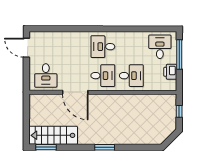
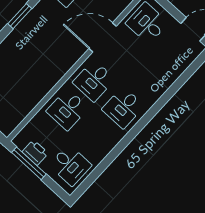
desk: (103, 47) -> (123, 108), turned 180
window: (179, 55) -> (29, 163), moved

